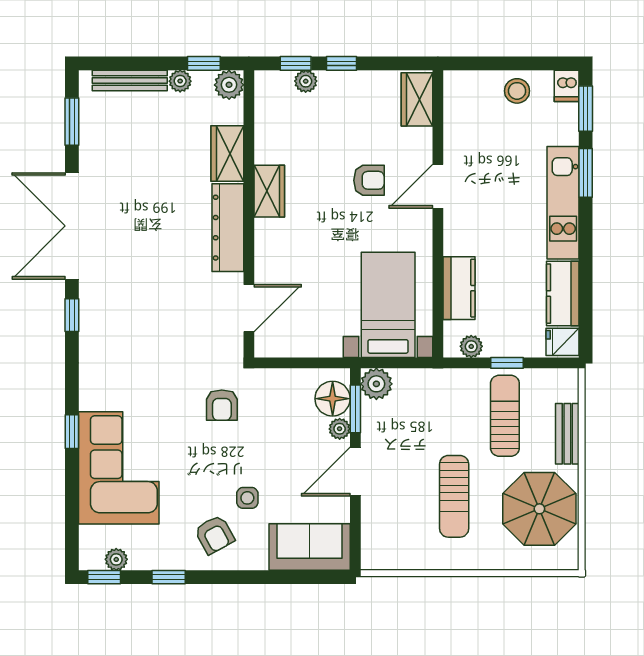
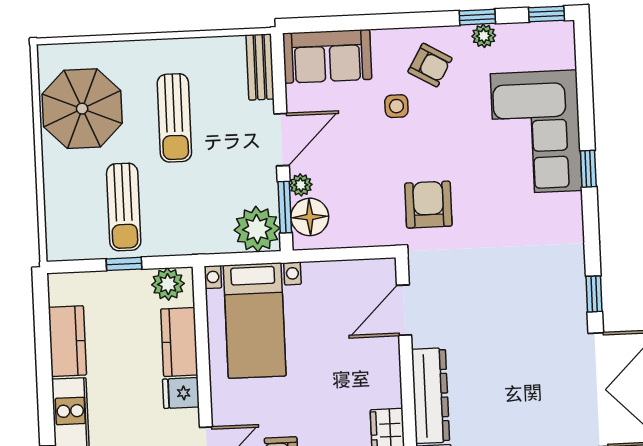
fridge: (563, 342) -> (181, 393), moved, turned 180
plant: (471, 346) -> (168, 284), width x1.38, depth x1.38
plant: (376, 384) -> (257, 229), width x1.36, depth x1.36
armchair: (222, 405) -> (428, 205), width x1.38, depth x1.38
bench: (567, 434) -> (260, 67), moved
sun lounger: (454, 496) -> (174, 118), turned 180
armchair: (215, 535) -> (430, 65), turned 149
plant: (116, 559) -> (484, 36), moved

